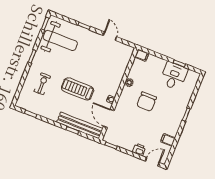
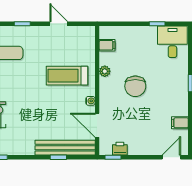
filing cabinet: (142, 55) -> (107, 45), moved
desk: (174, 76) -> (172, 42), moved
treadmill: (78, 89) -> (67, 76), moved
printer: (139, 150) -> (120, 149), moved

